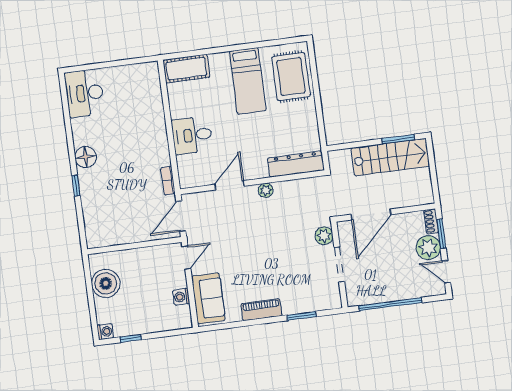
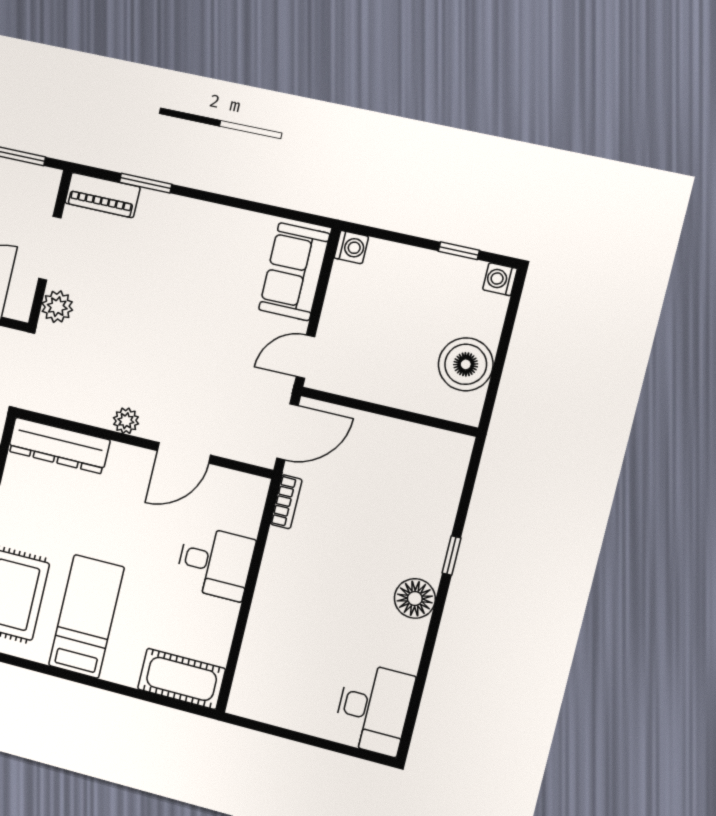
washing machine: (181, 297) -> (351, 247), moved
piano: (261, 310) -> (102, 195), moved

